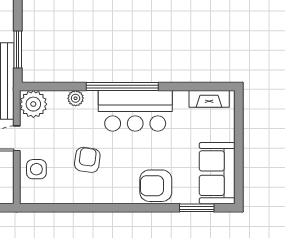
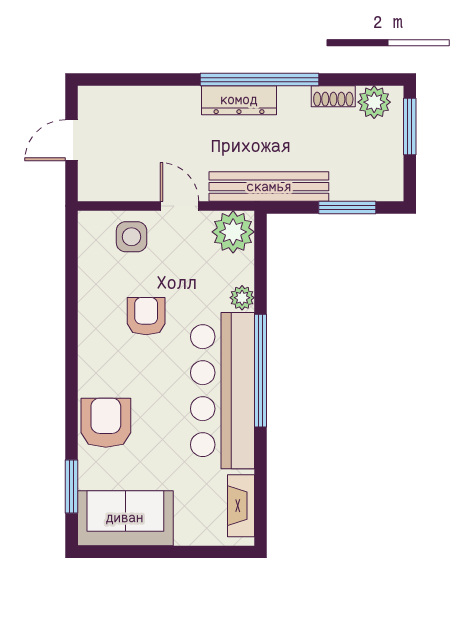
window: (18, 49) -> (347, 208), moved
bar counter: (135, 111) -> (222, 391), width x1.36
armchair: (87, 160) -> (146, 316), turned -98

